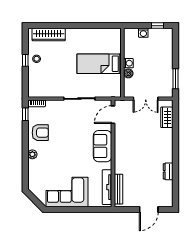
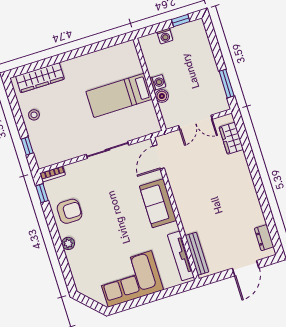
window: (25, 60) -> (27, 146), moved
dresser: (168, 171) -> (264, 238), moved

